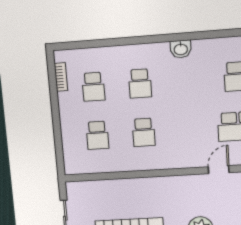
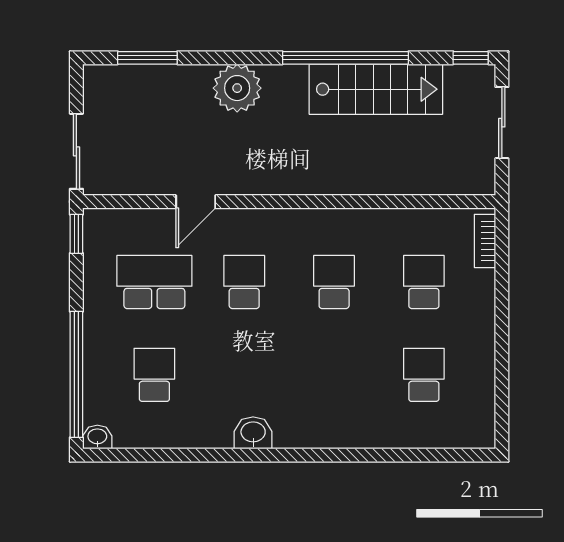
bookcase: (61, 77) -> (485, 241), moved
school desk: (140, 83) -> (244, 282), moved

